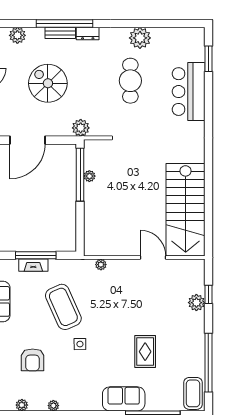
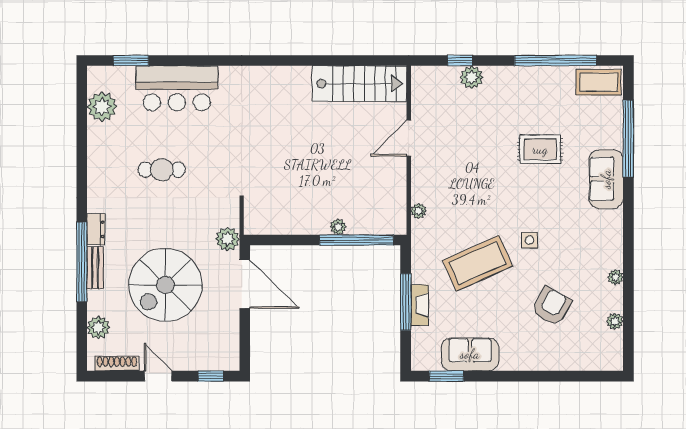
plant: (140, 38) -> (102, 107), moved
cafe table: (130, 81) -> (162, 170), width x0.73, depth x0.74
spiral stairs: (48, 83) -> (165, 285), width x1.37, depth x1.37
door: (28, 140) -> (245, 284), moved
window: (80, 175) -> (357, 240), moved
plant: (89, 176) -> (338, 227), moved
stairs: (186, 210) -> (359, 84), width x0.73, depth x0.66
armchair: (33, 360) -> (552, 306), turned -61

